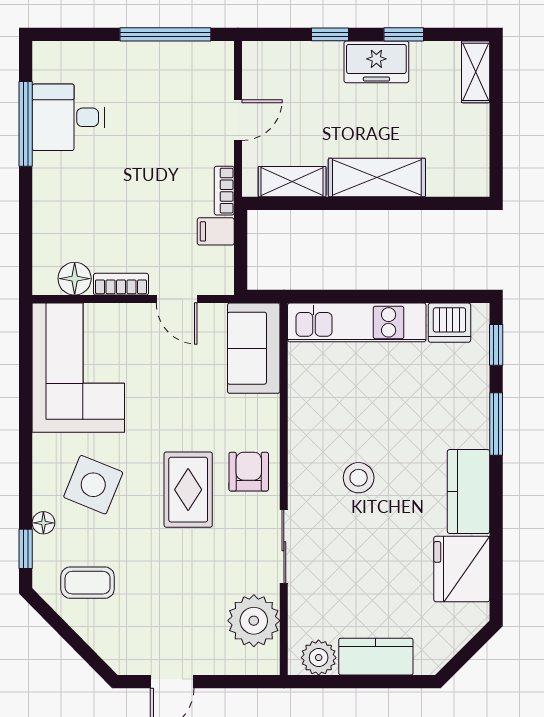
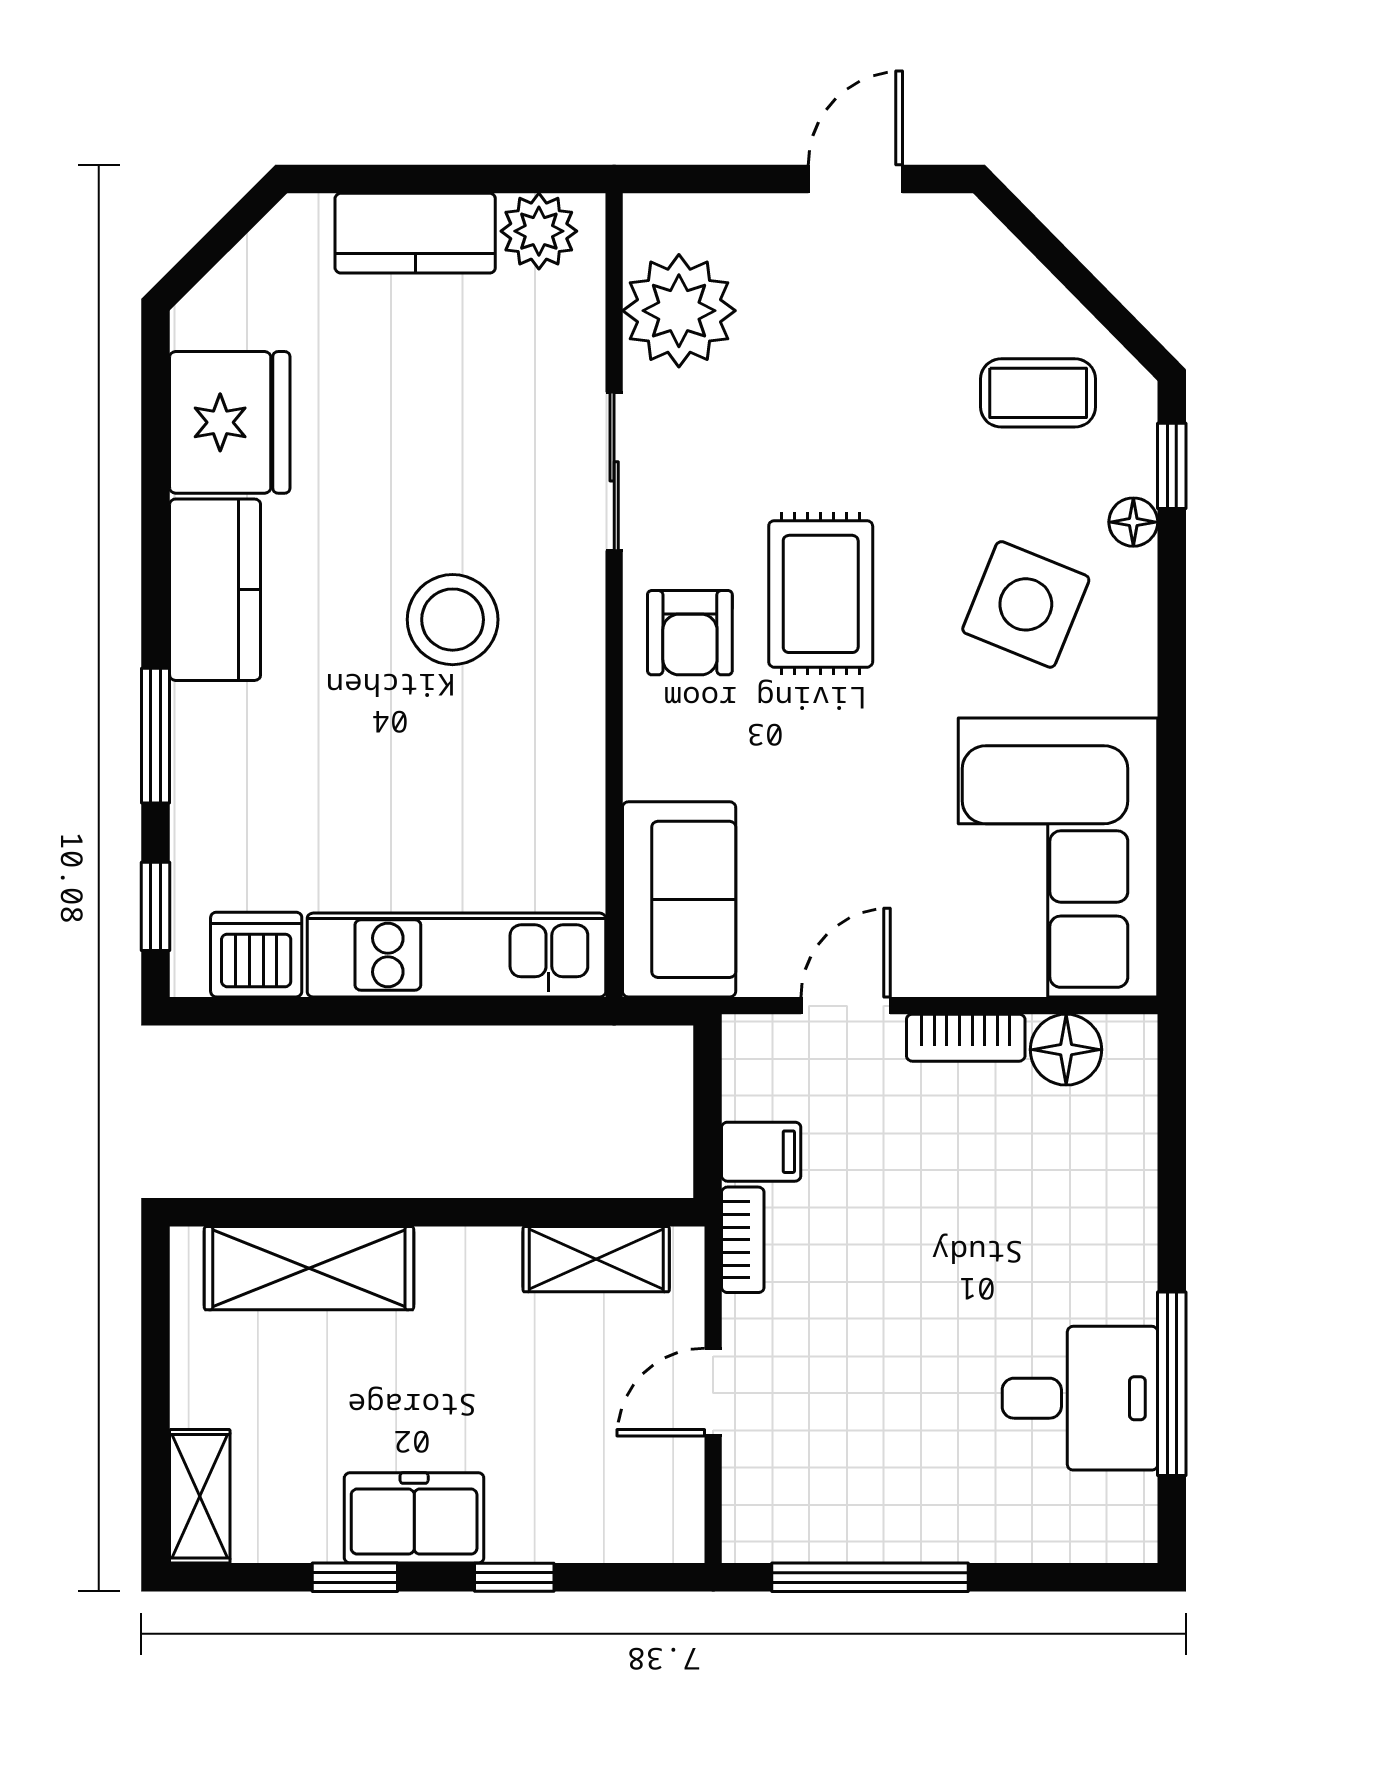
shelving: (377, 177) -> (309, 1268), moved
door: (177, 299) -> (846, 1006), hinge flipped
stool: (359, 478) -> (453, 620), width x1.38, depth x1.38

